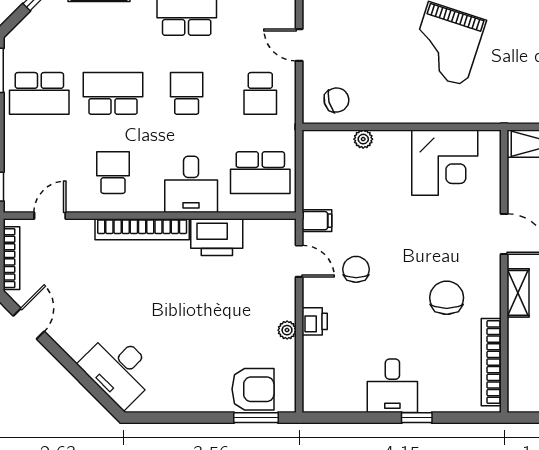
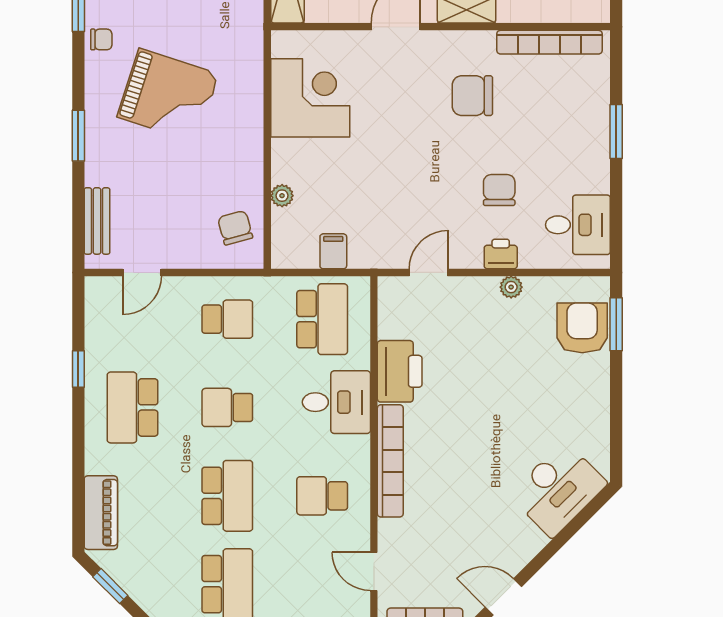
door: (299, 45) -> (142, 272), moved
school desk: (113, 93) -> (227, 496), turned 180
filing cabinet: (317, 221) -> (333, 251), moved
chair: (356, 269) -> (499, 190), moved, turned 90
desk: (392, 386) -> (578, 225), moved
window: (417, 418) -> (616, 131), width x1.50

